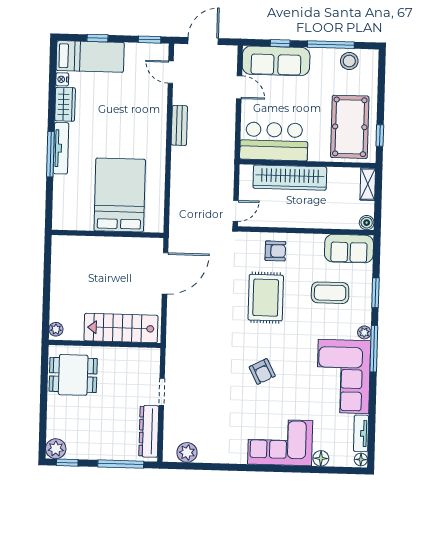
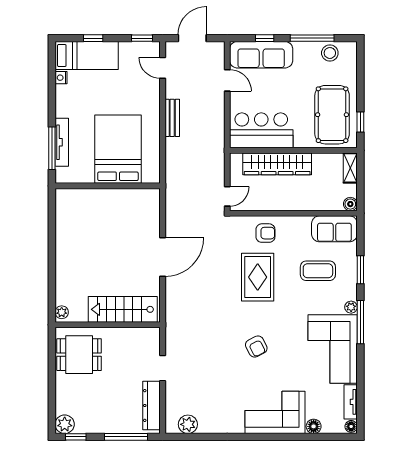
wardrobe: (65, 104) -> (64, 101), removed
bed: (120, 195) -> (118, 149), moved
wall: (108, 234) -> (108, 186), moved

